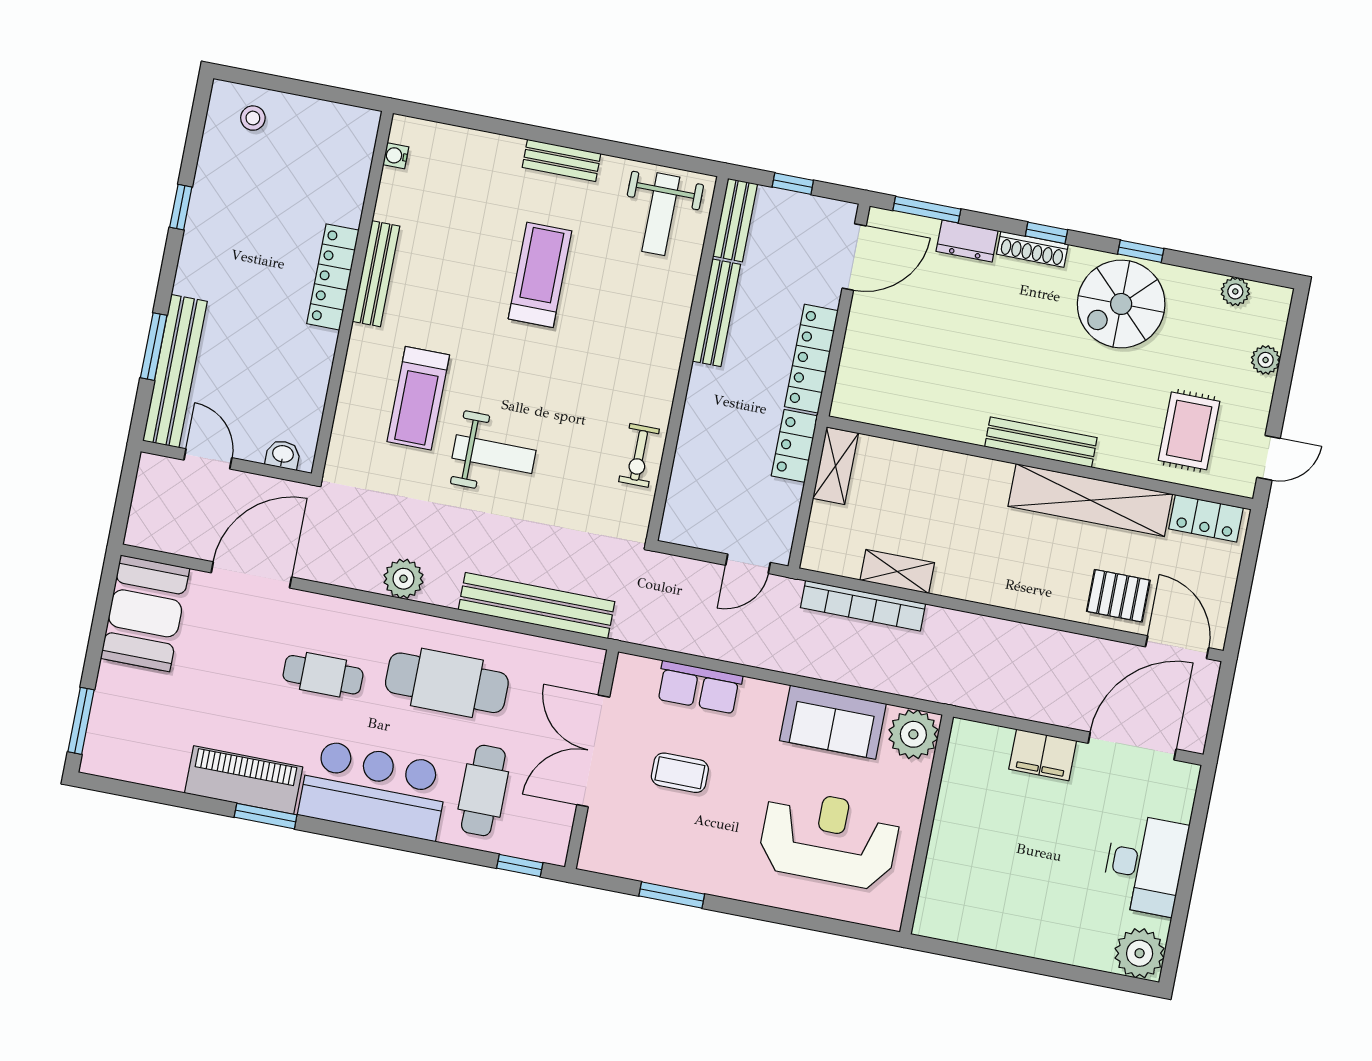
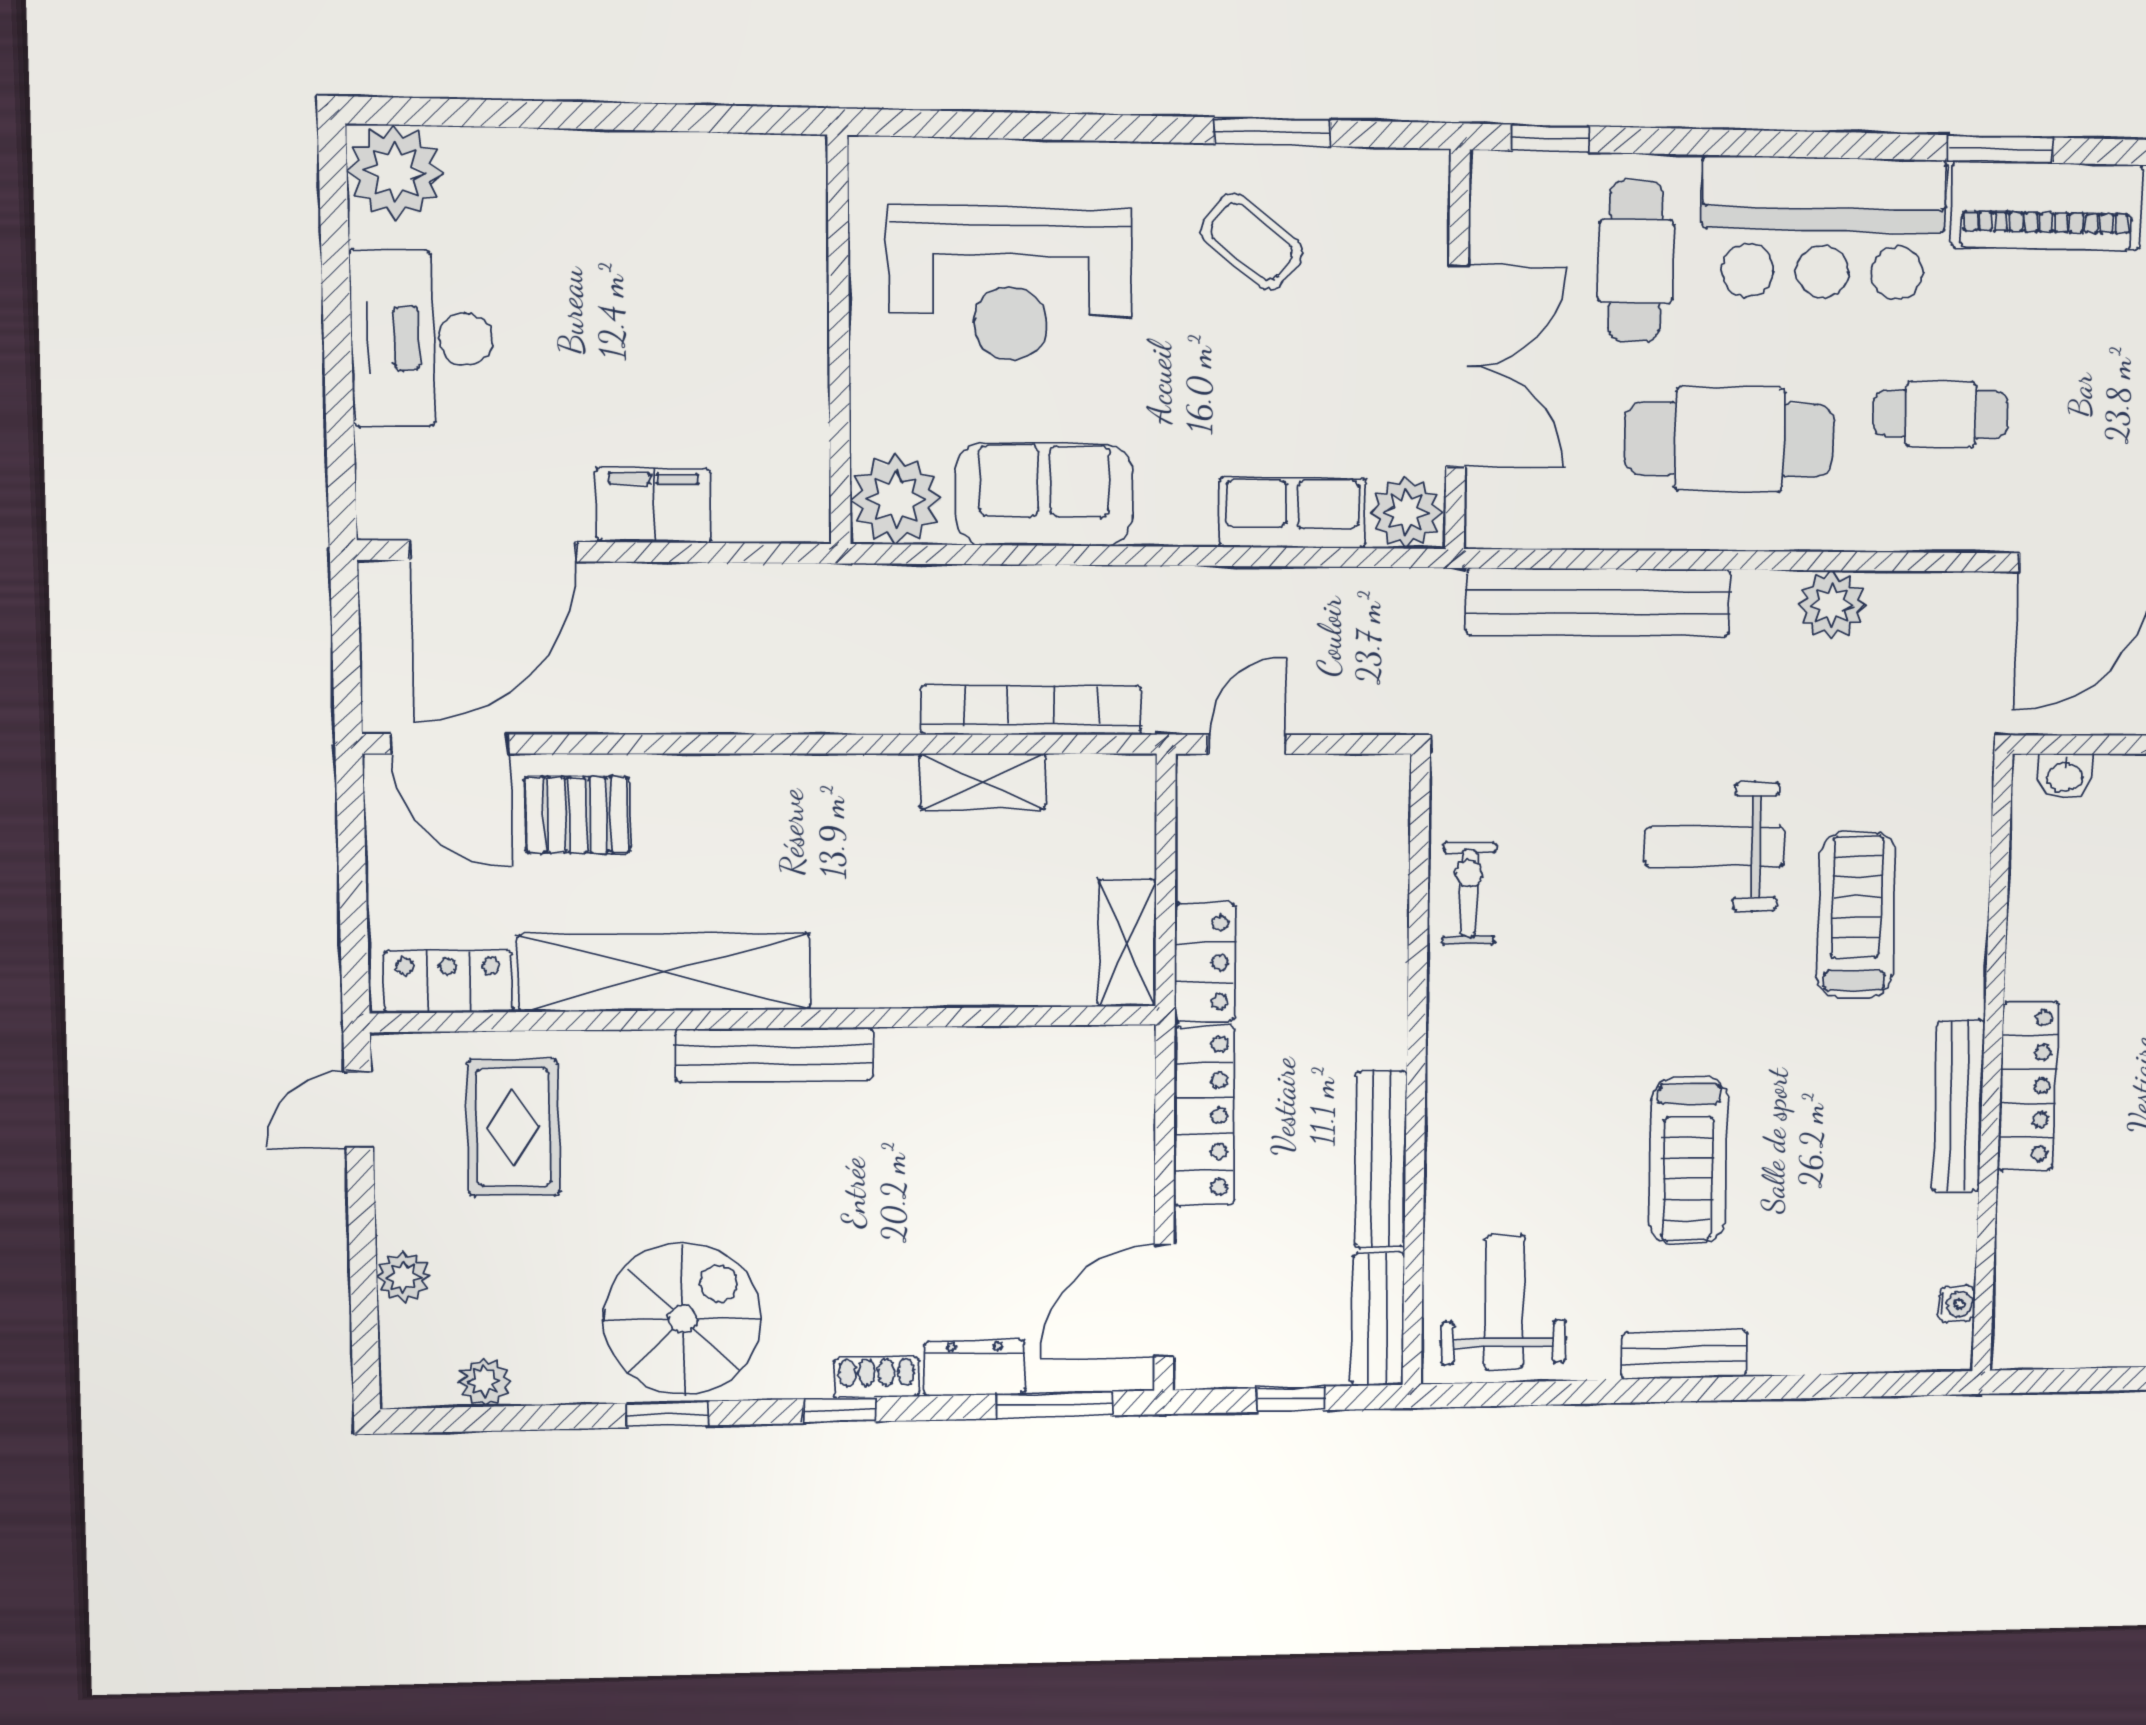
shoe rack: (1032, 249) -> (877, 1378), width x0.70
plant: (636, 676) -> (1406, 512), added
coffee table: (680, 773) -> (1252, 242), moved, turned 38

